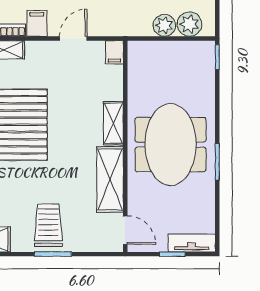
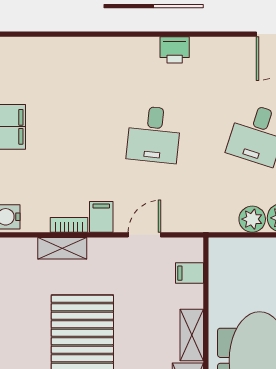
filing cabinet: (114, 52) -> (190, 273), moved, turned 90

